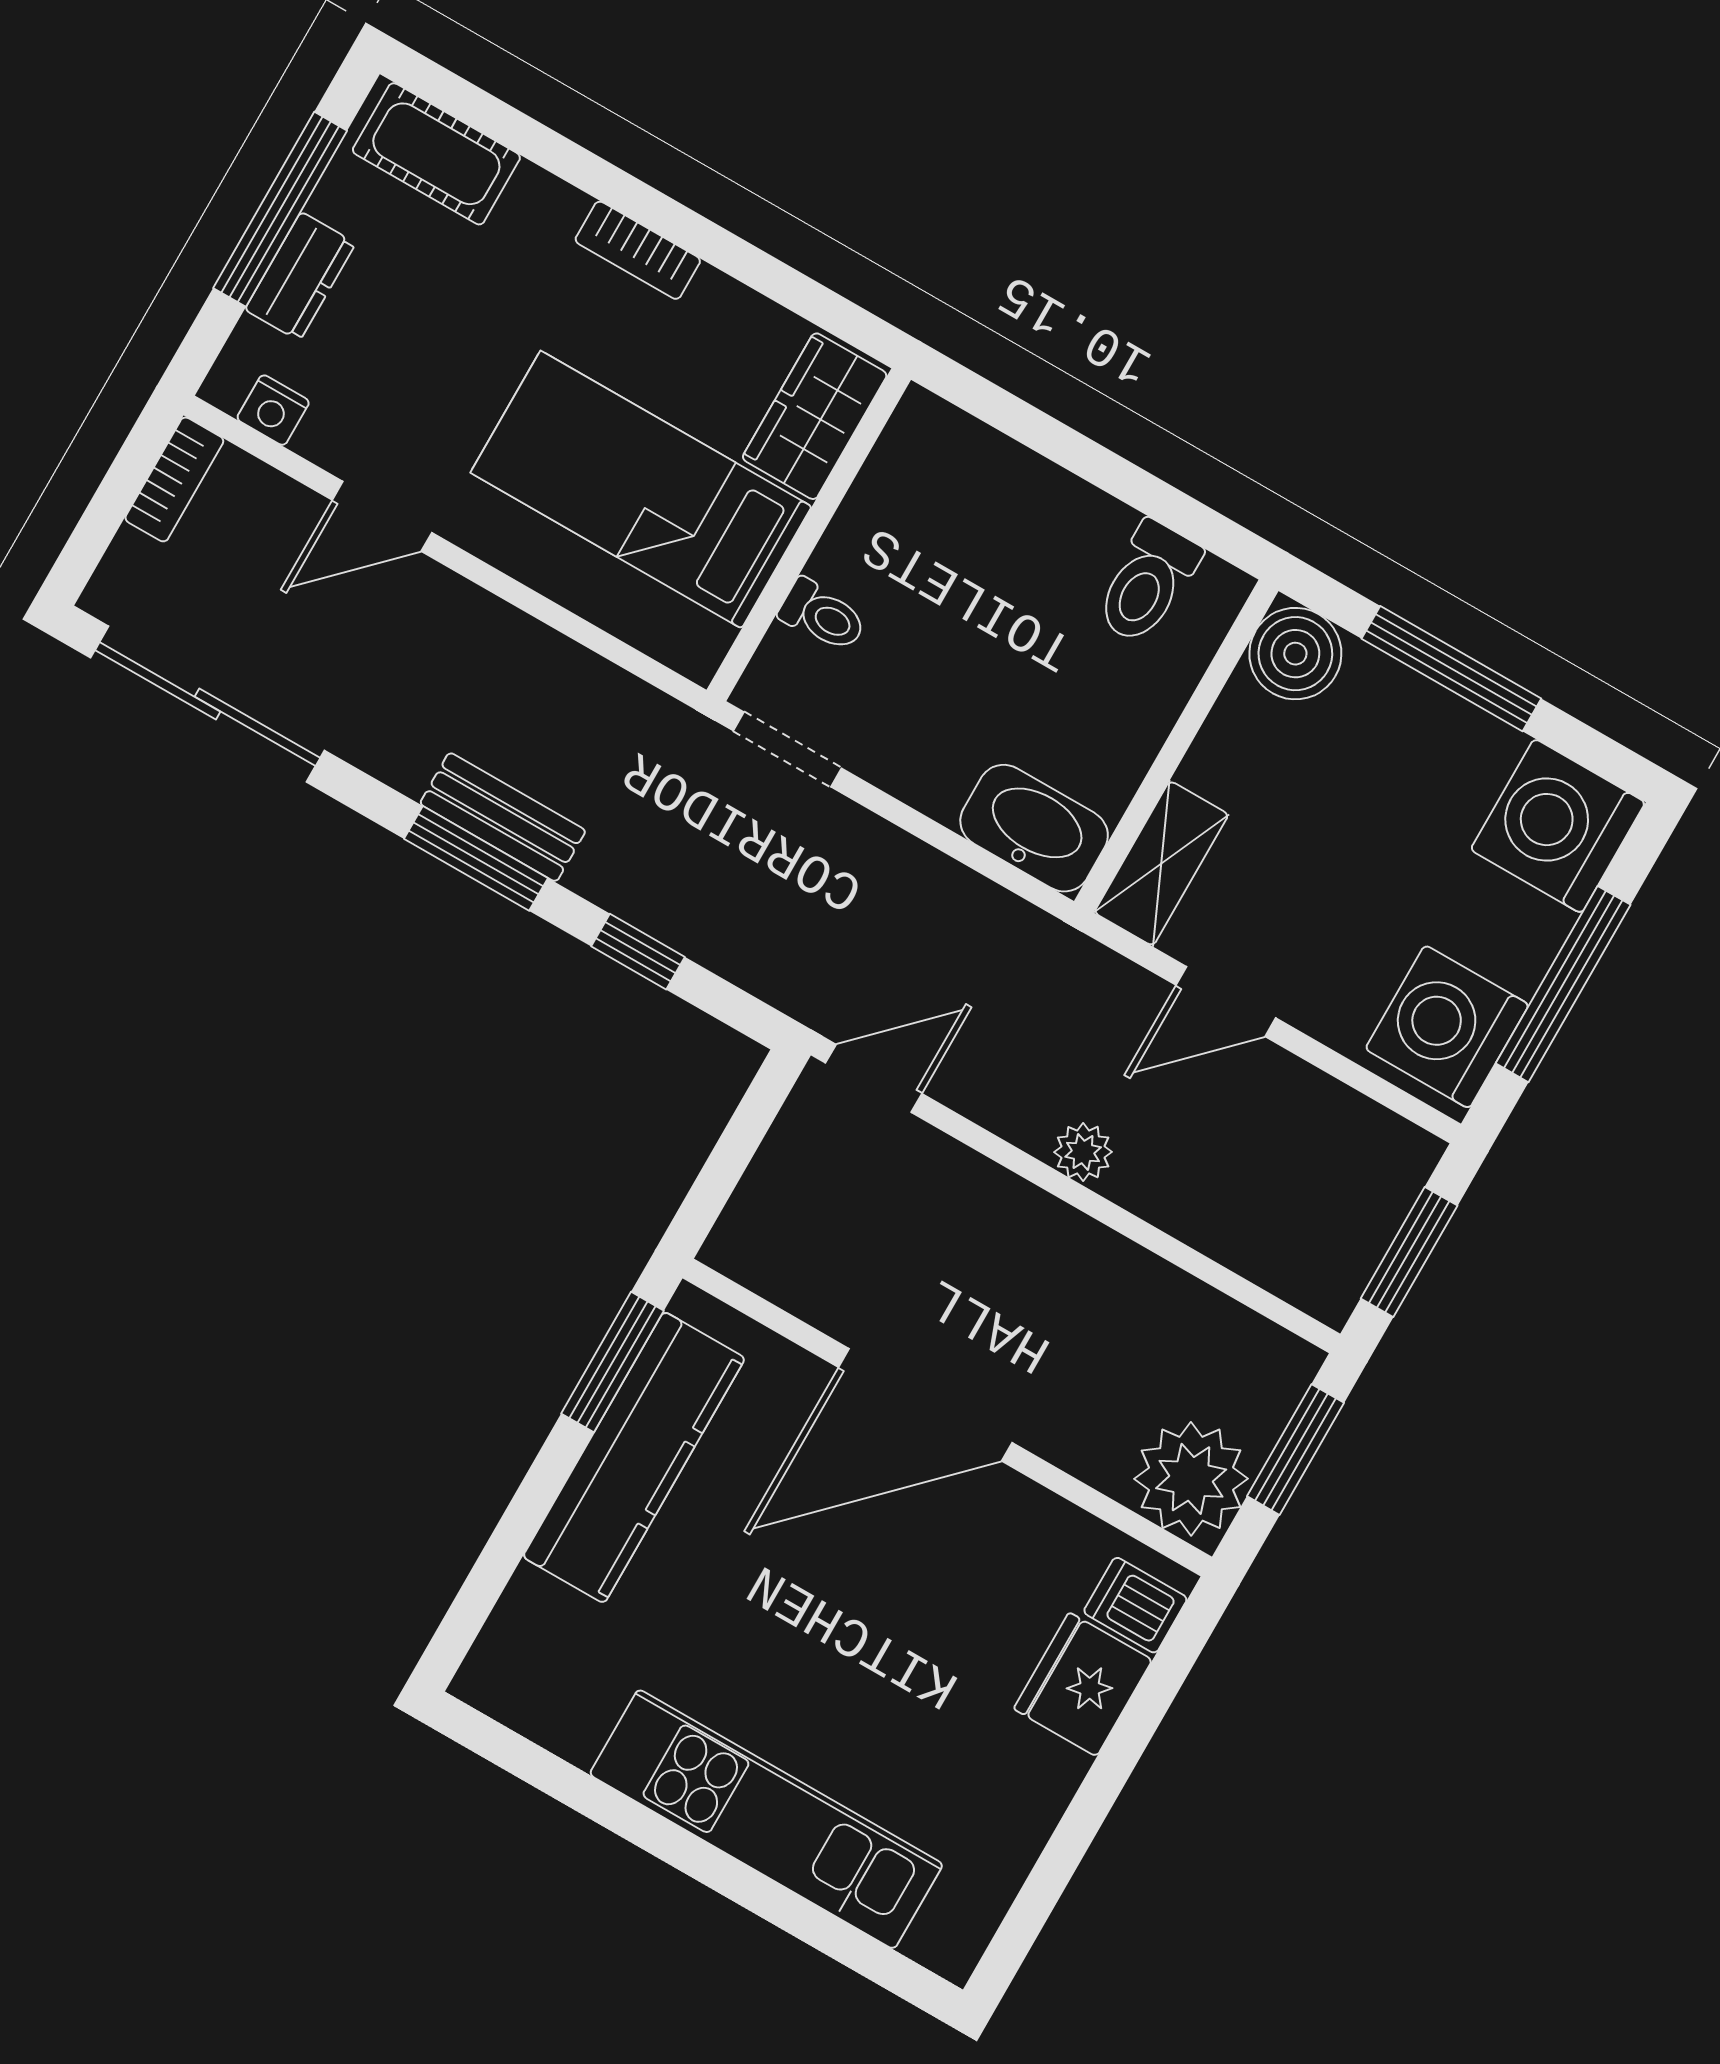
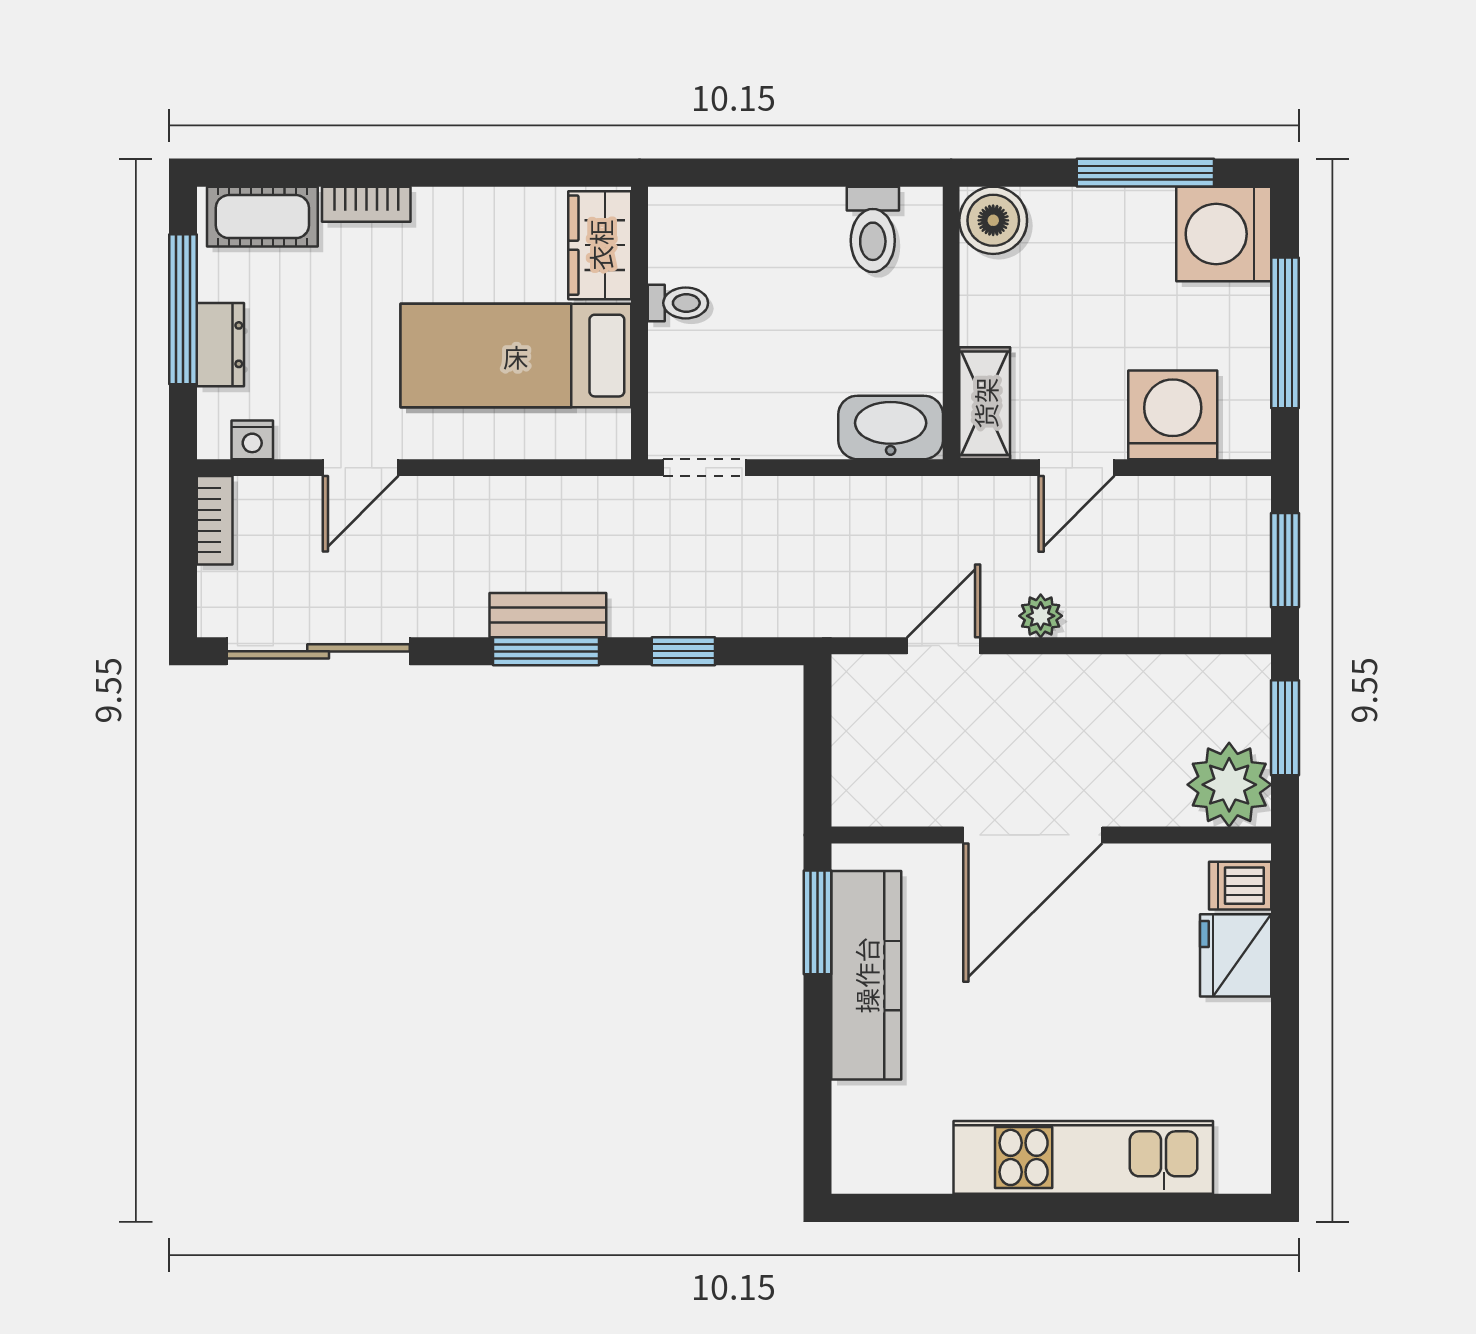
bookcase: (638, 250) -> (366, 204), moved
toilet: (823, 616) -> (678, 303), moved
window: (1451, 669) -> (1145, 173), moved
washing machine: (1447, 1027) -> (1173, 415), moved, turned 90
door: (874, 1078) -> (944, 646), moved

